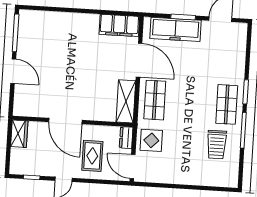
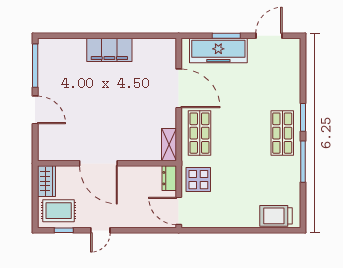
filing cabinet: (119, 25) -> (109, 50), moved
shelving: (126, 101) -> (169, 145), width x0.67, depth x0.75
trolley: (217, 145) -> (276, 216), moved, turned 90
rug: (92, 156) -> (59, 211), moved, turned 90

